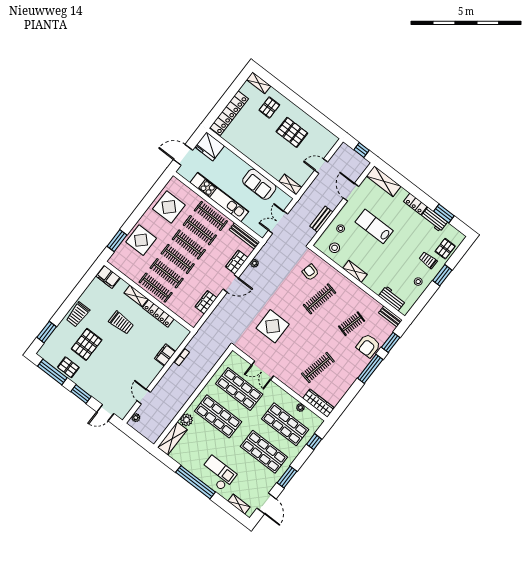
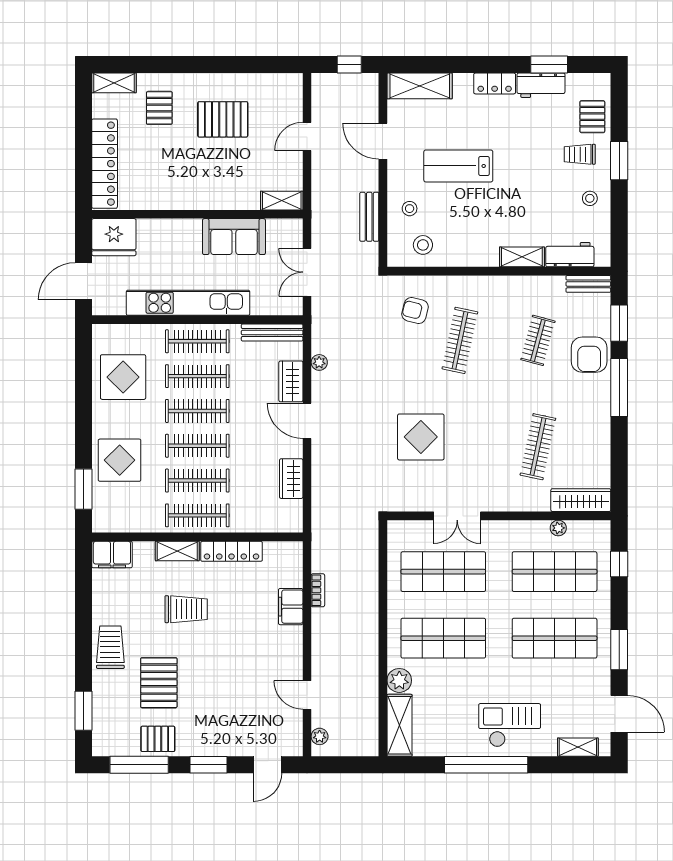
shelving: (355, 271) -> (522, 257), moved
door: (231, 284) -> (307, 421), swing flipped
trolley: (78, 314) -> (110, 647), turned 180

